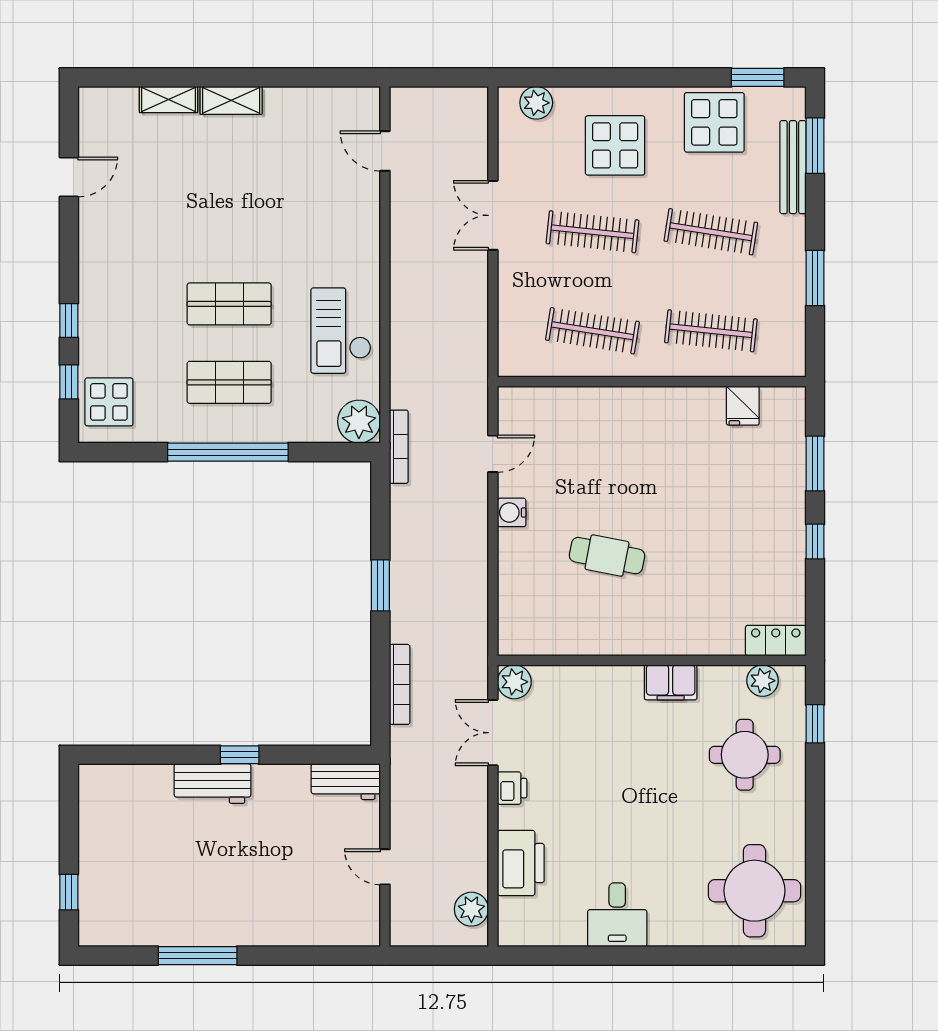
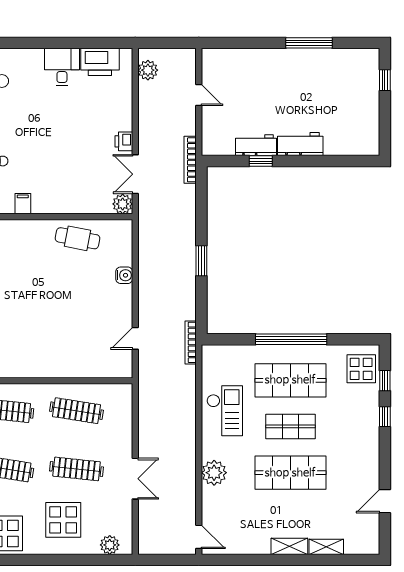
door: (385, 151) -> (199, 537), moved
shop shelf: (229, 226) -> (290, 473), added
shop shelf: (229, 382) -> (290, 380), width x1.43, depth x1.36
plant: (359, 422) -> (214, 473), moved
water cooler: (512, 512) -> (124, 275), moved
cafe table: (607, 556) -> (77, 238), moved
filing cabinet: (671, 682) -> (23, 204), width x0.50
bookcase: (400, 684) -> (190, 160), moved
double door: (493, 733) -> (135, 174), swing flipped
window: (240, 755) -> (261, 161), moved
workbench: (346, 782) -> (256, 145), moved
printer: (521, 863) -> (100, 62), moved, turned -90

